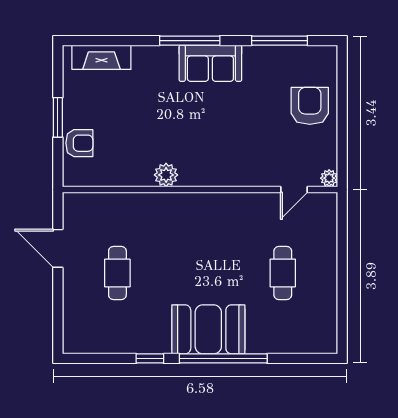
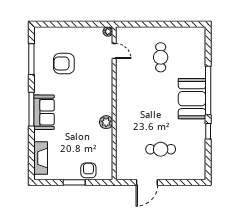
sofa: (210, 63) -> (44, 112), moved
armchair: (310, 106) -> (64, 64), moved
cafe table: (283, 273) -> (161, 57), turned 90

